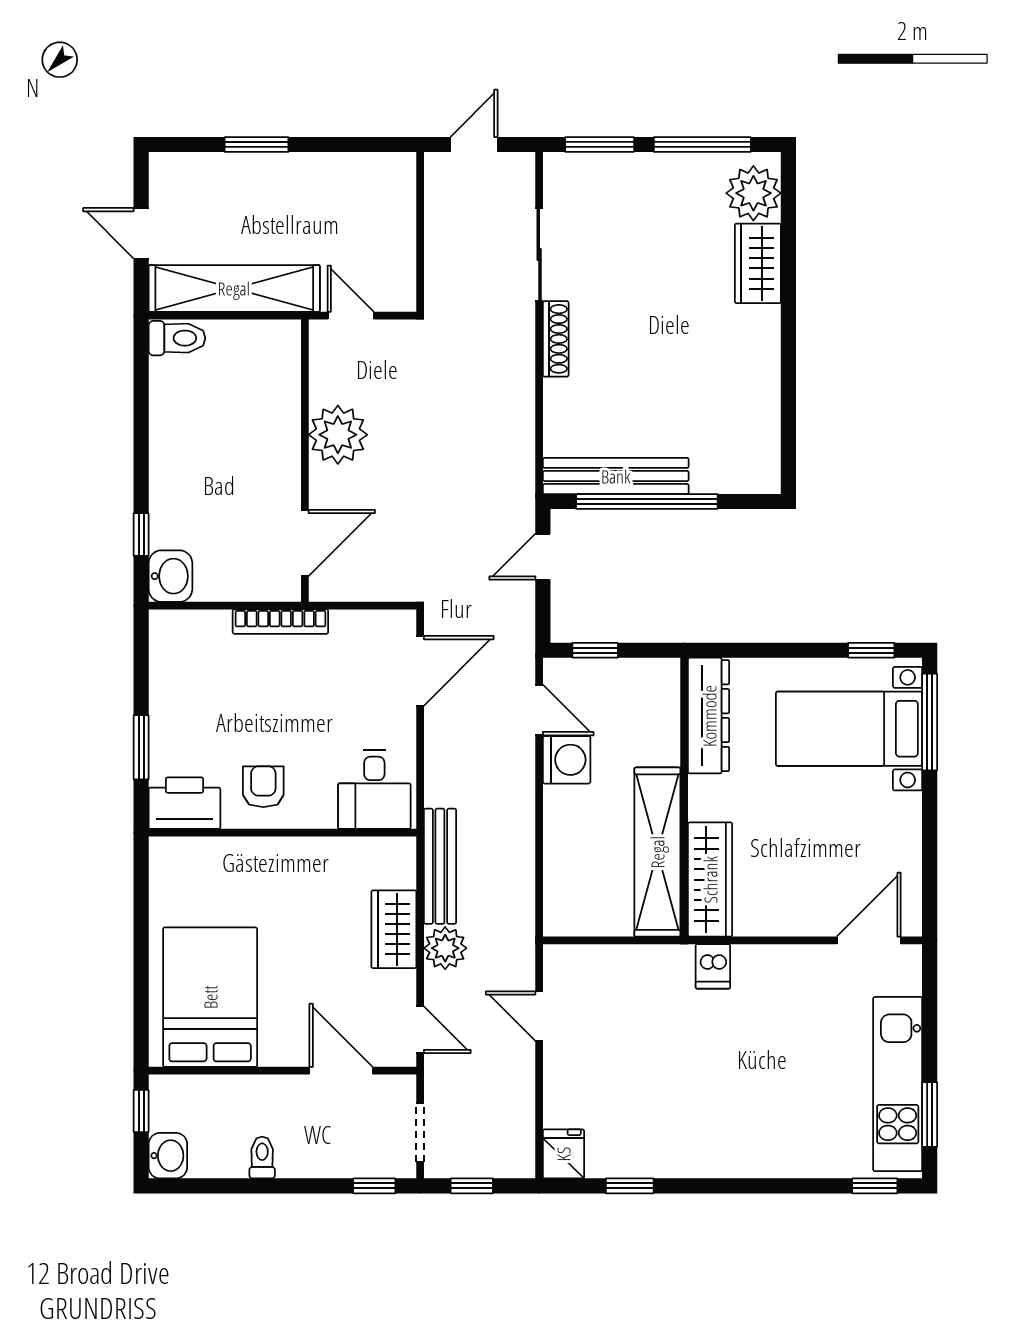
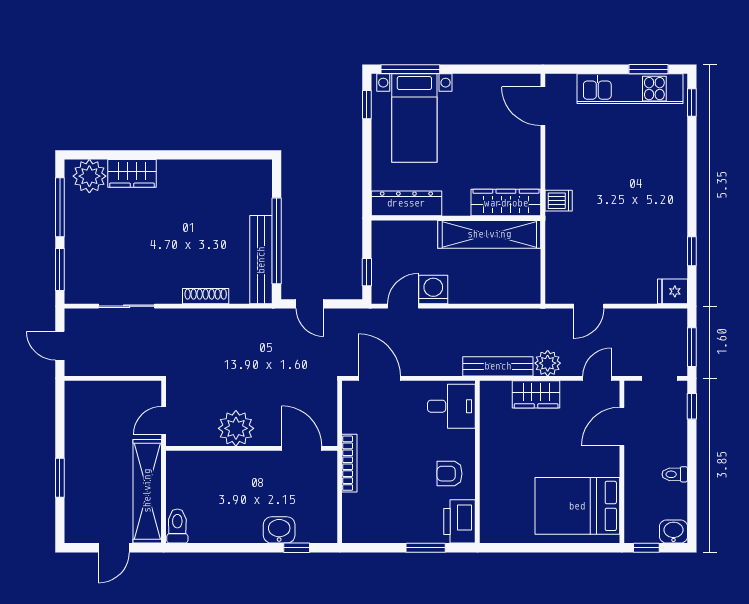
shoe rack: (556, 339) -> (206, 296), moved
washbasin: (170, 576) -> (279, 530), moved
window: (472, 1186) -> (692, 347), width x1.50

